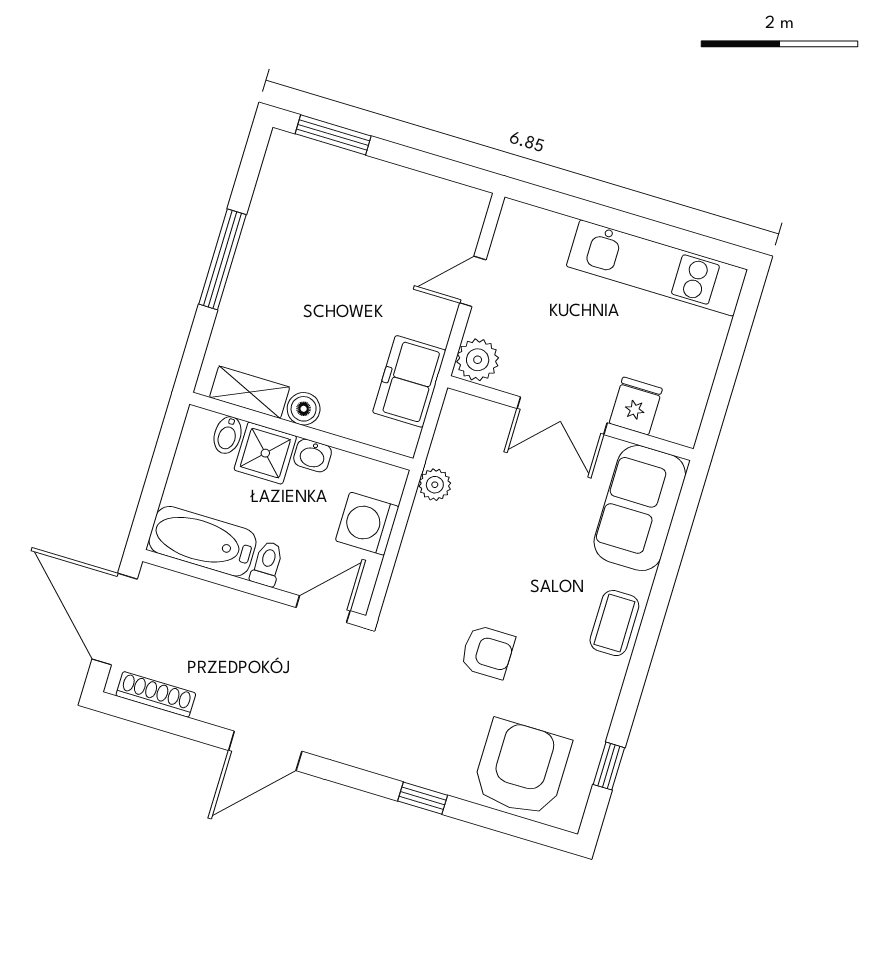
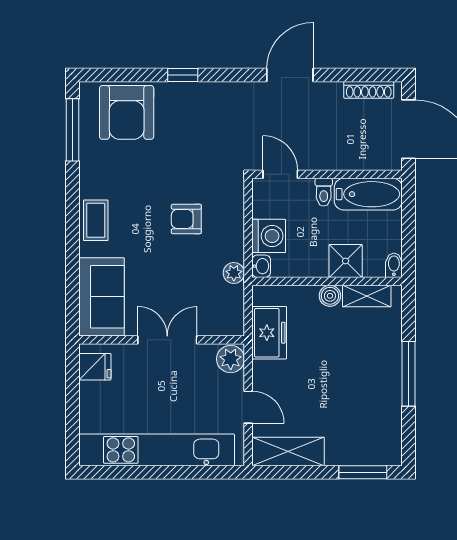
shelving: (434, 198) -> (288, 452), added
kitchen unit: (657, 268) -> (157, 450), width x1.36
door: (473, 281) -> (248, 407), hinge flipped
fridge: (636, 406) -> (95, 367), moved, turned -90
bidet: (228, 435) -> (394, 265), moved
washbasin: (313, 456) -> (261, 266), moved, turned 90
door: (323, 609) -> (280, 174), swing flipped
armchair: (488, 652) -> (186, 219), moved
window: (609, 766) -> (72, 130), width x2.17

